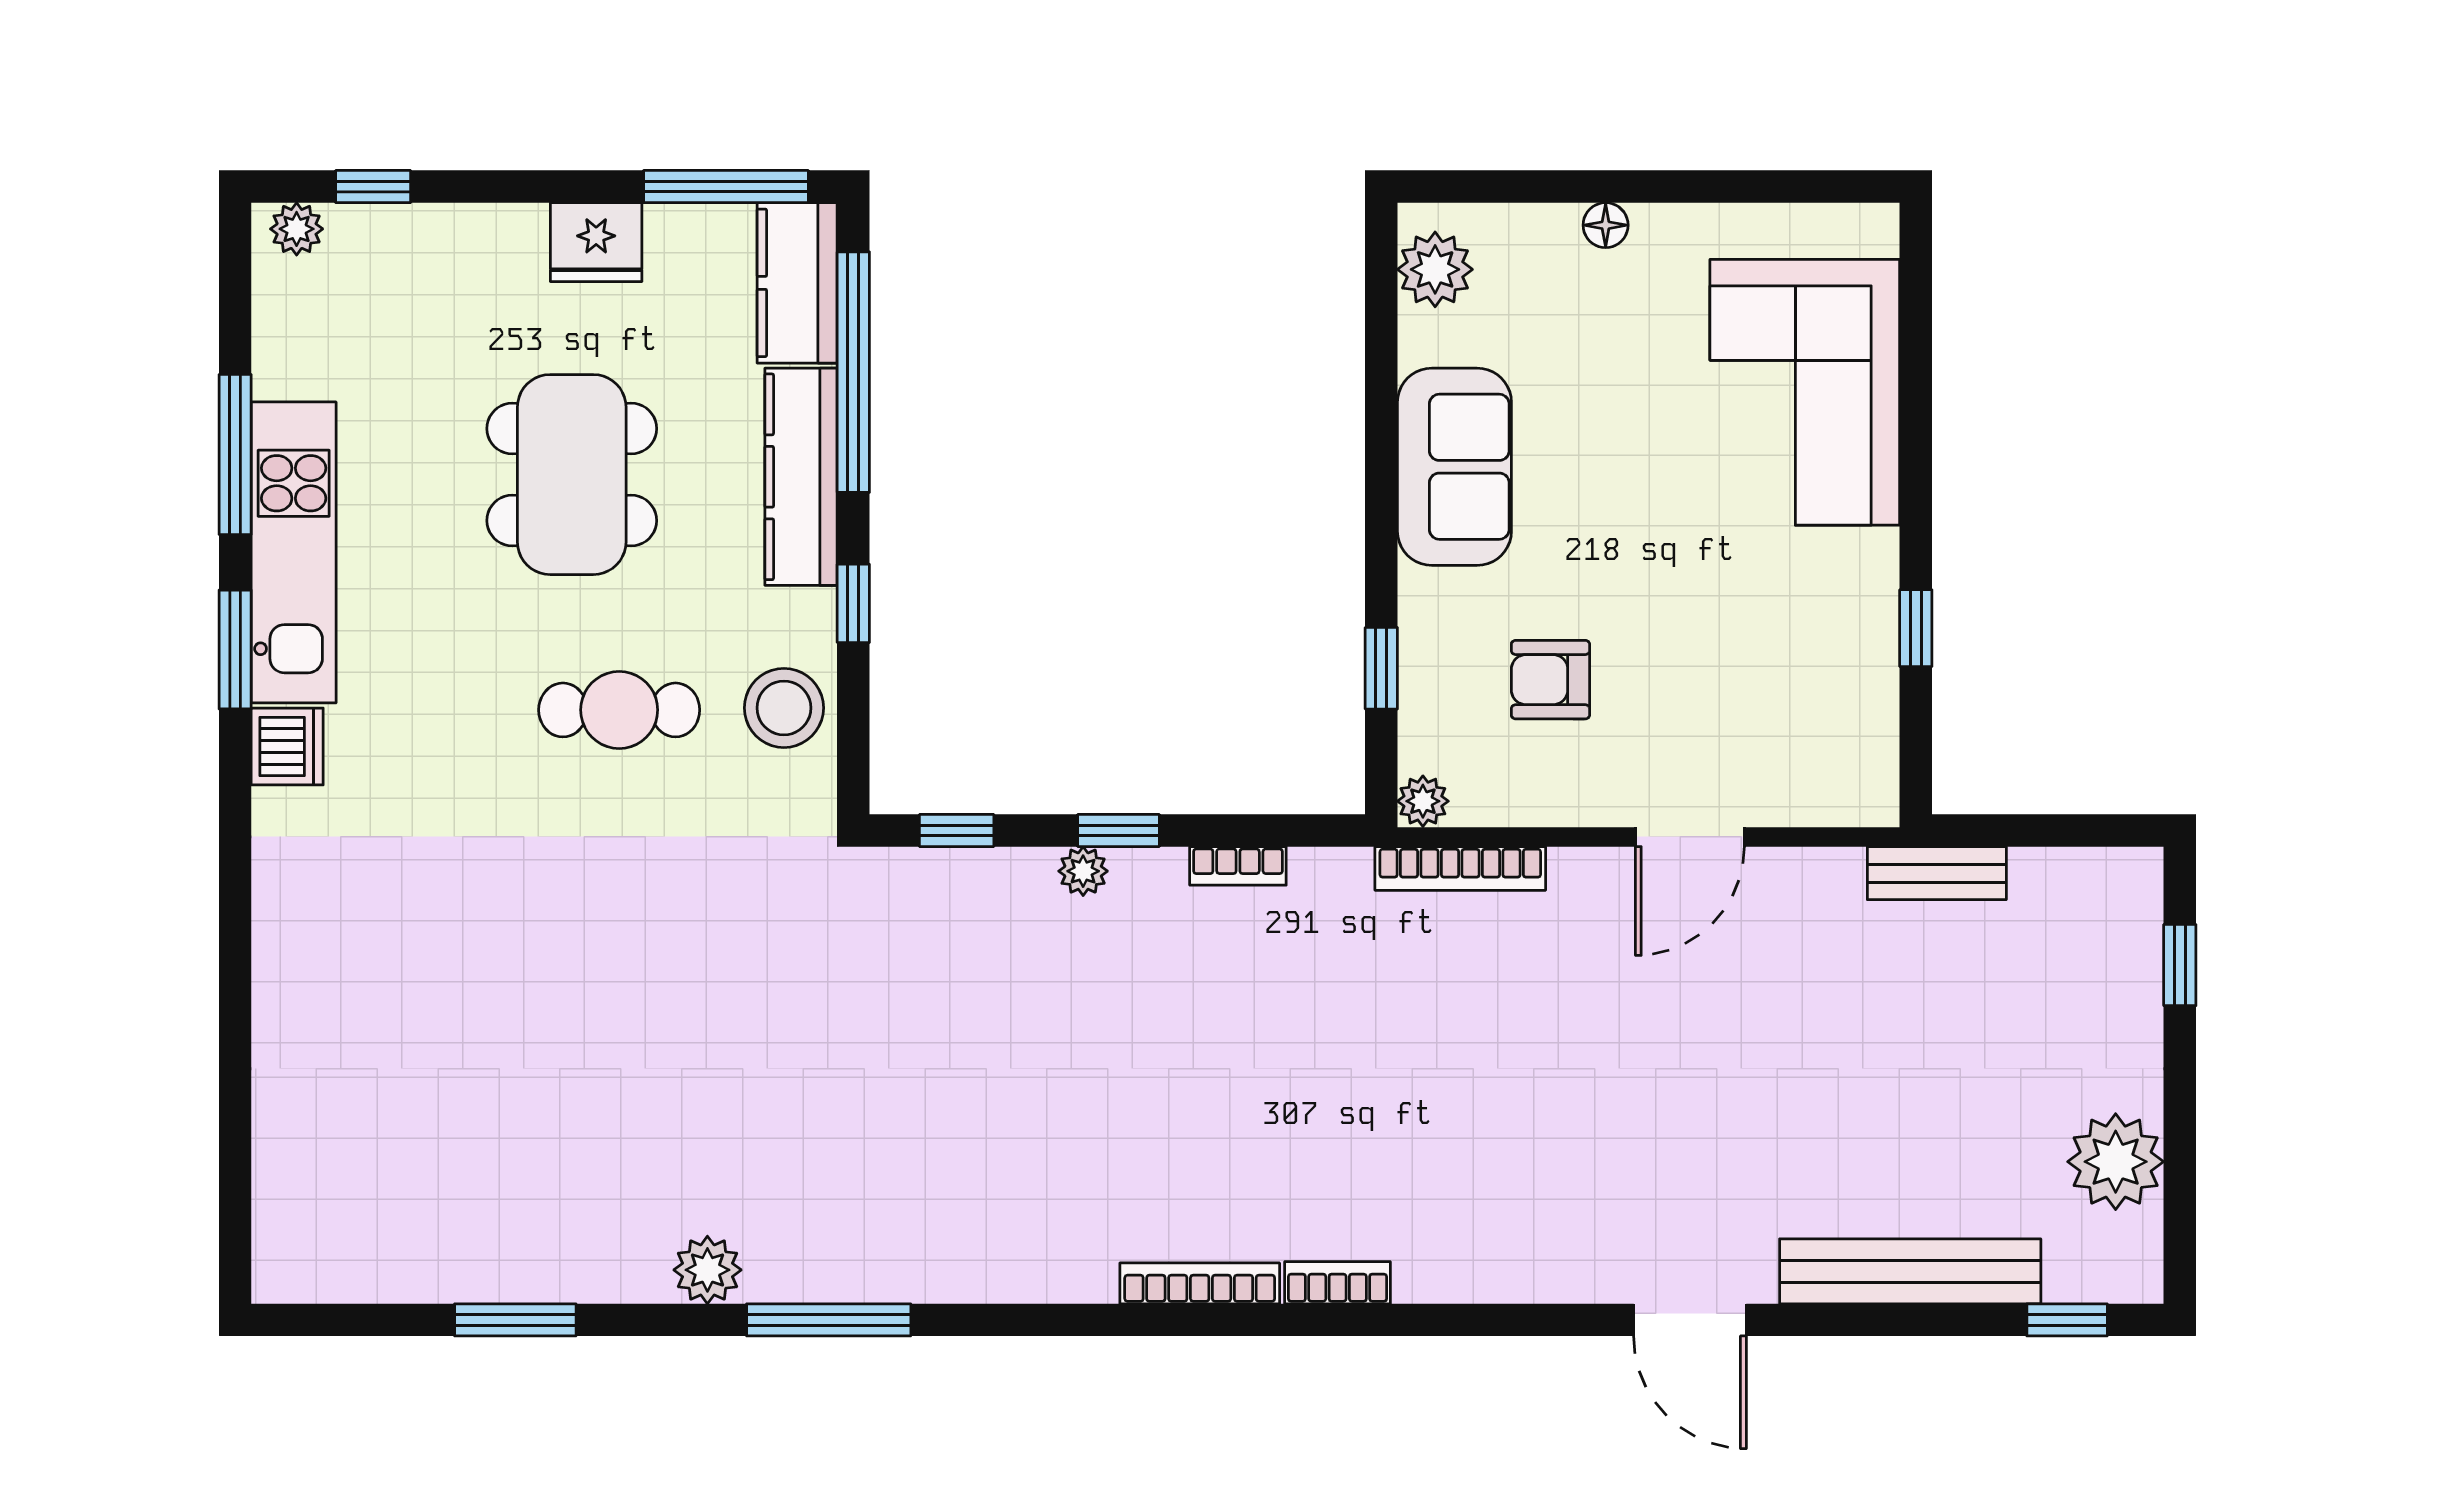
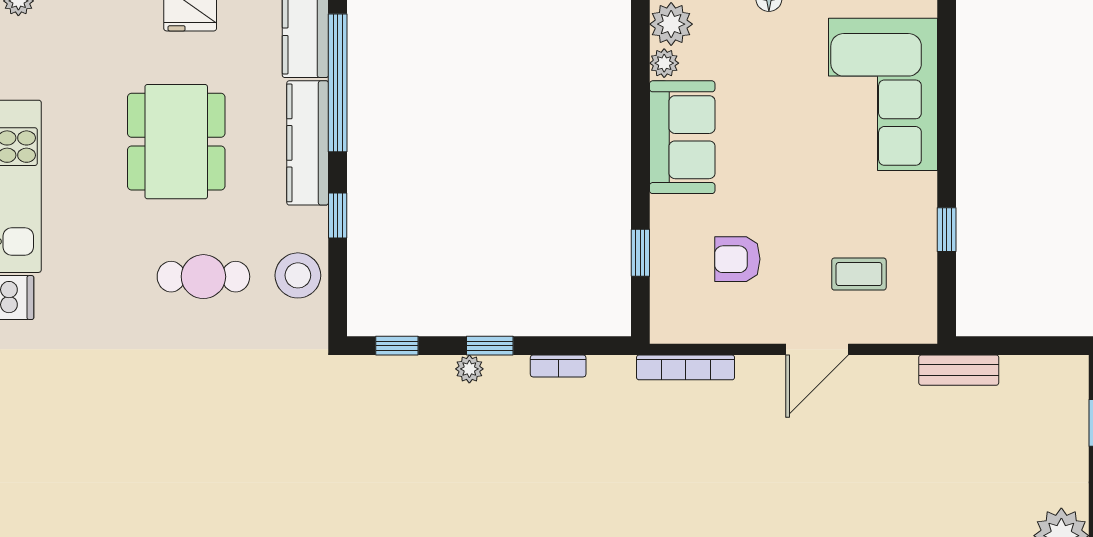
coffee table: (1763, 706) -> (859, 274), added
plant: (1423, 801) -> (664, 63), moved

